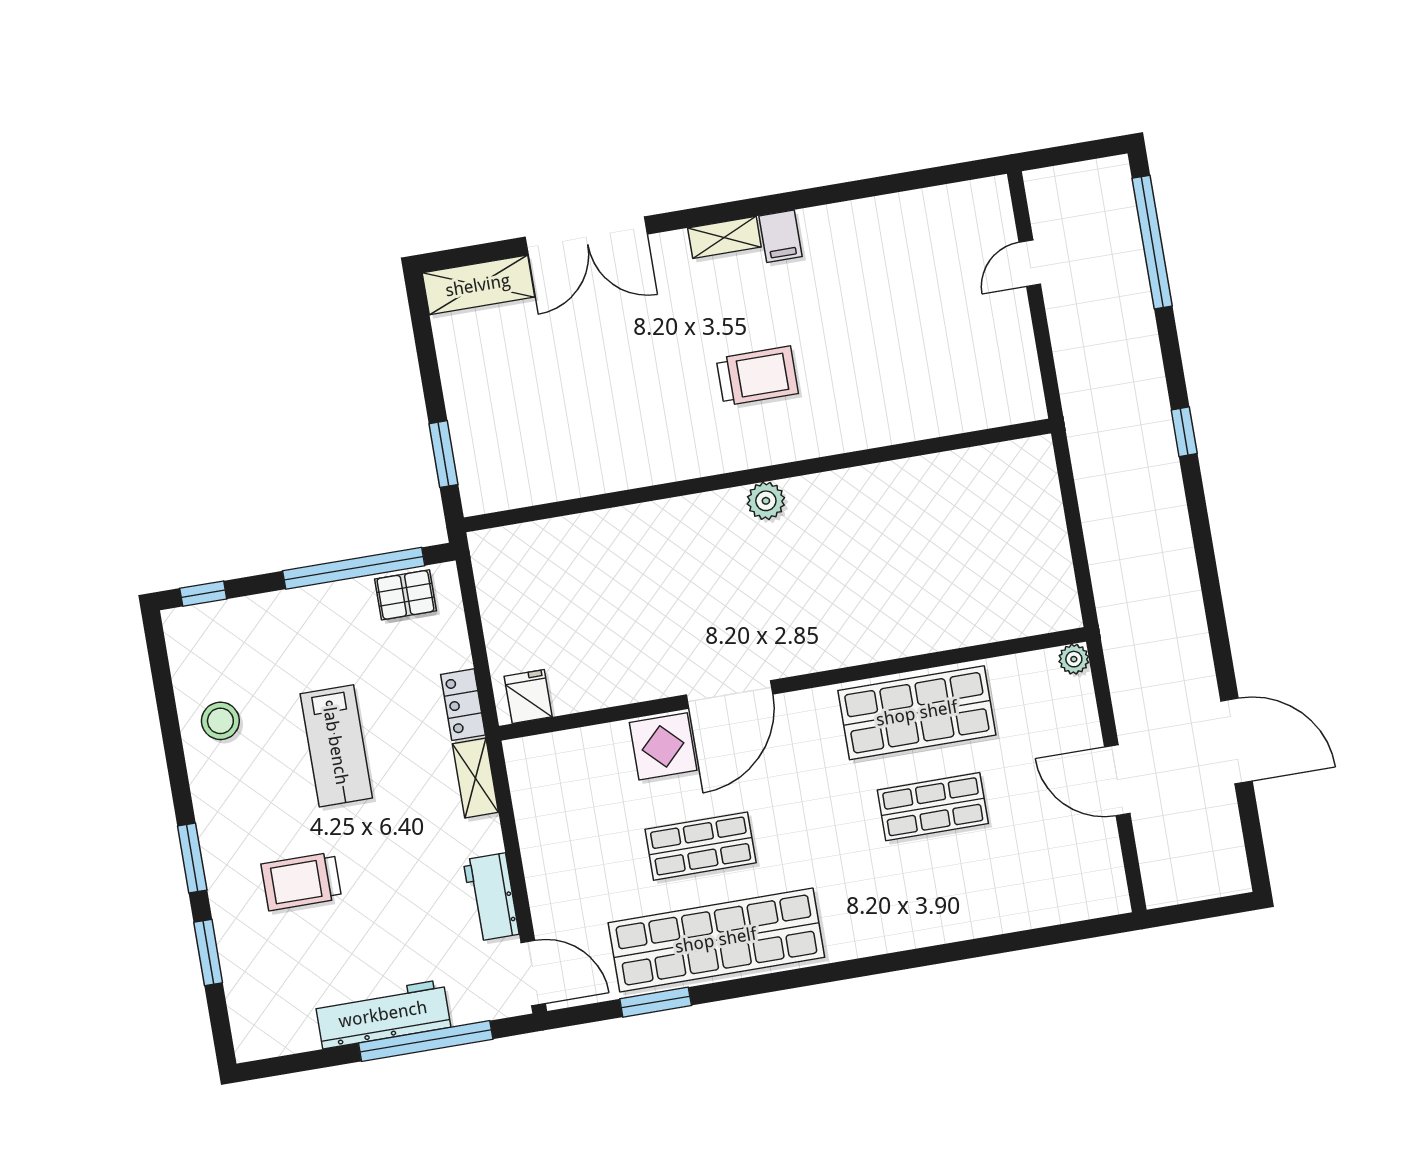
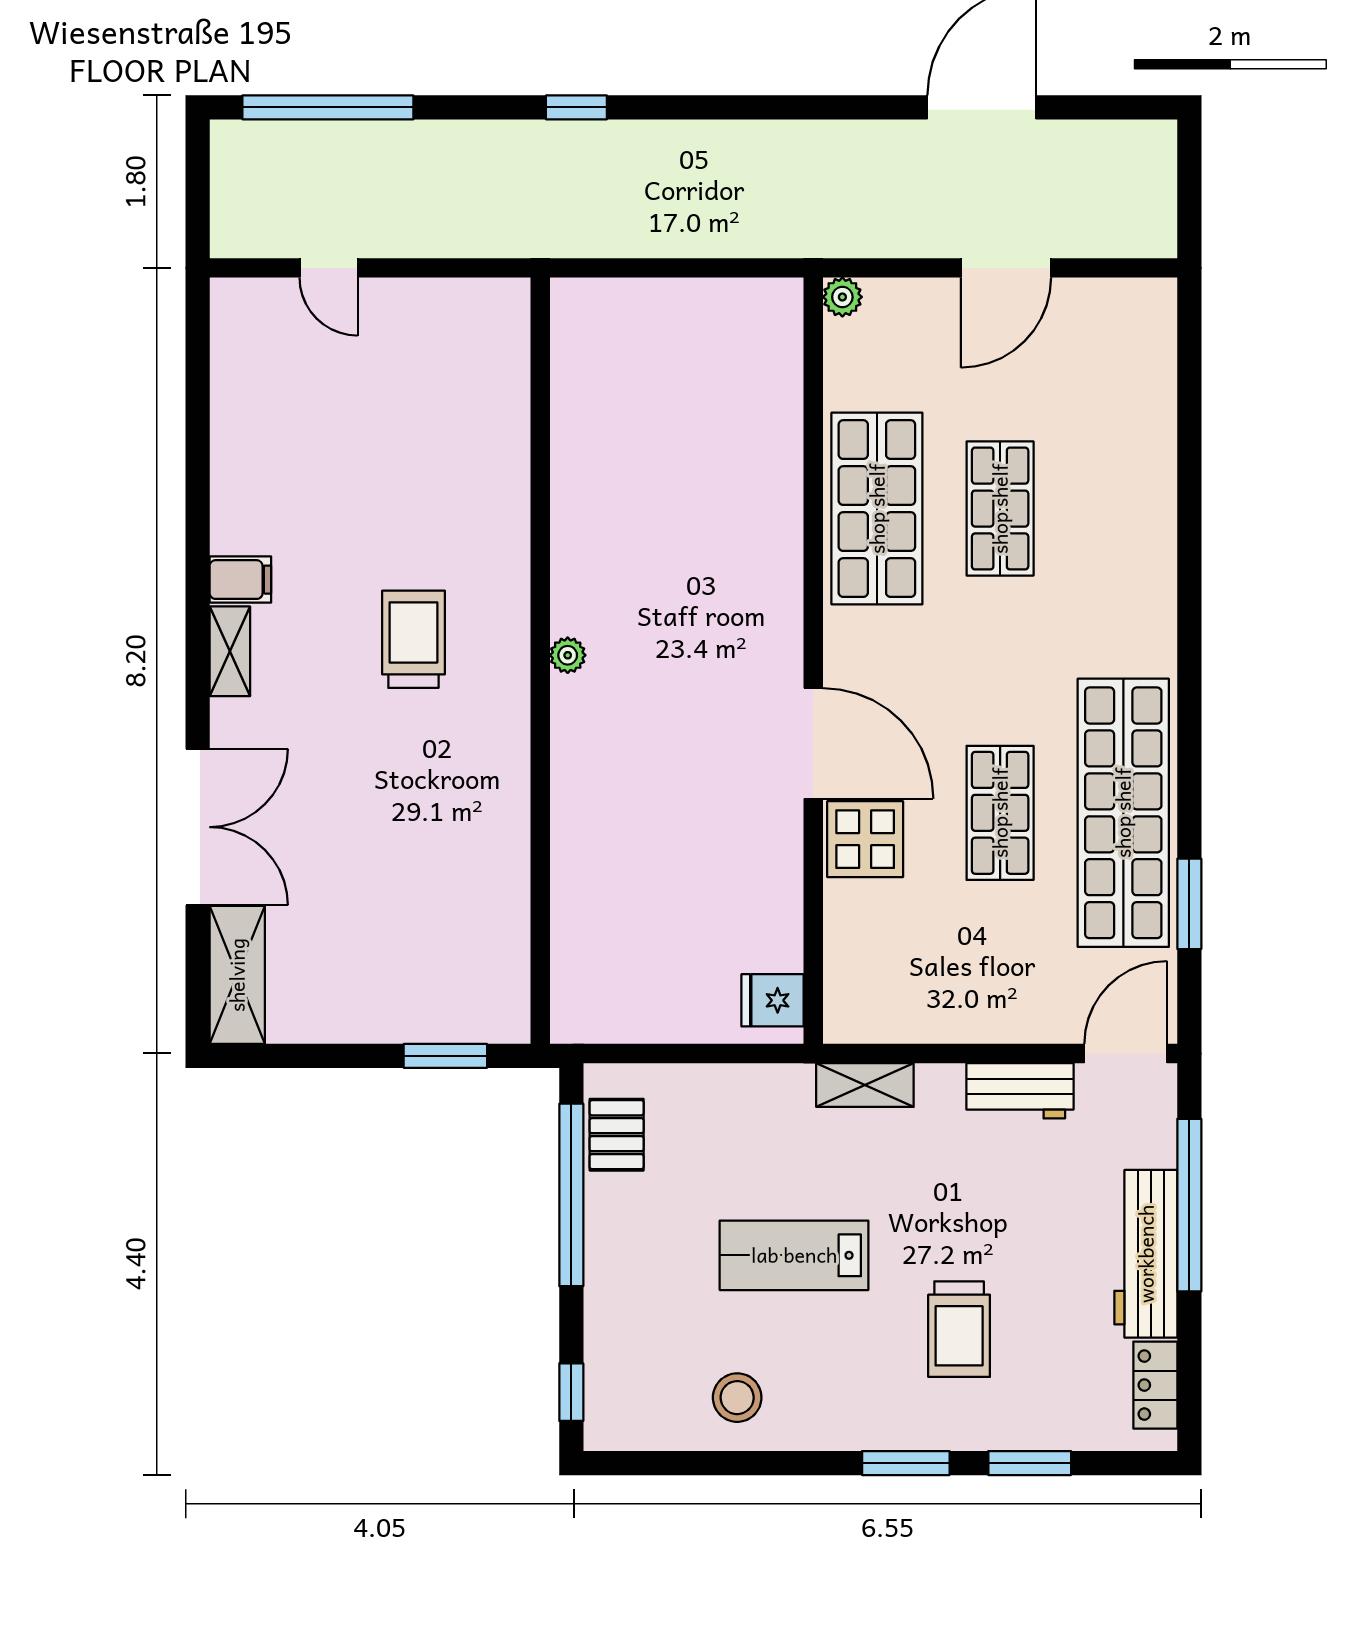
plant: (766, 501) -> (568, 655), width x0.73, depth x0.73
locker: (463, 705) -> (1155, 1385), moved, turned 90
lab bench: (336, 746) -> (794, 1255), turned 180

